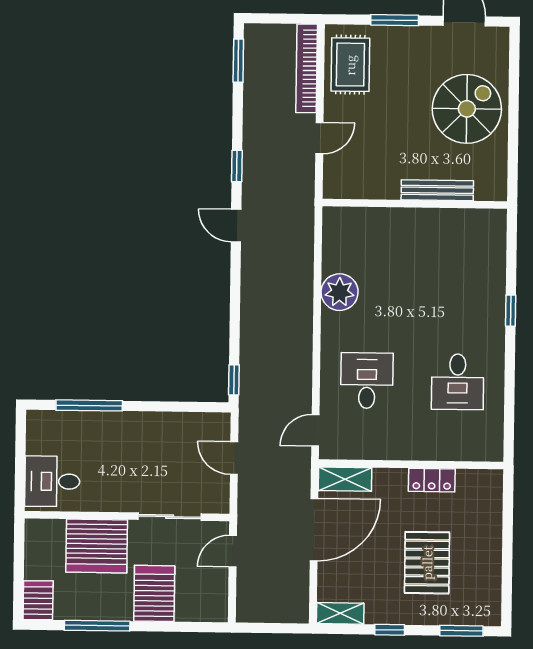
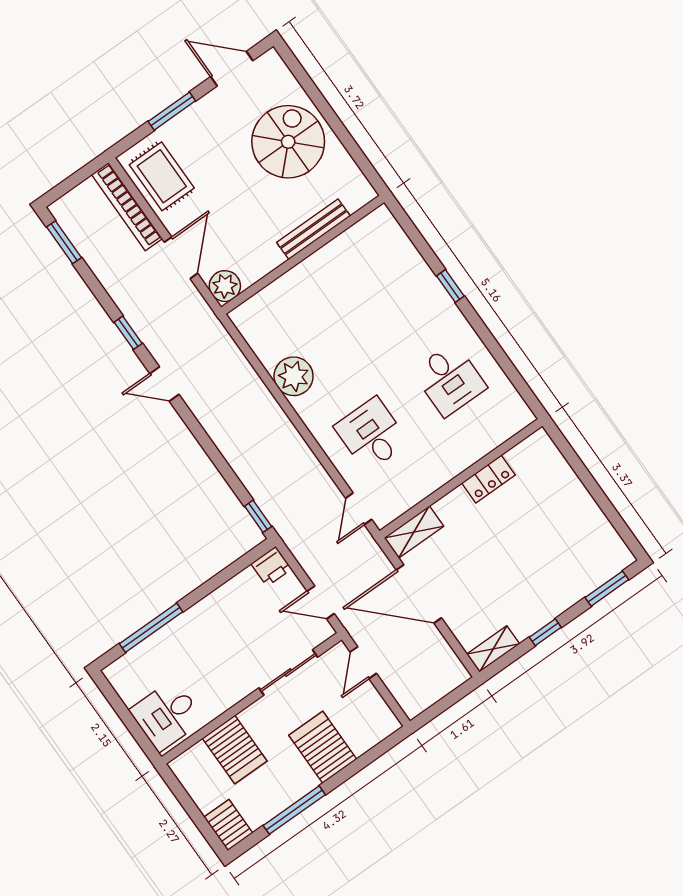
door: (319, 138) -> (181, 258), width x1.37
plant: (337, 184) -> (225, 286), added
printer: (216, 426) -> (271, 566), added
door: (234, 458) -> (321, 602), moved
door: (314, 530) -> (419, 594), swing flipped
server rack: (97, 546) -> (235, 750), width x0.63
pallet: (427, 563) -> (535, 552), removed

